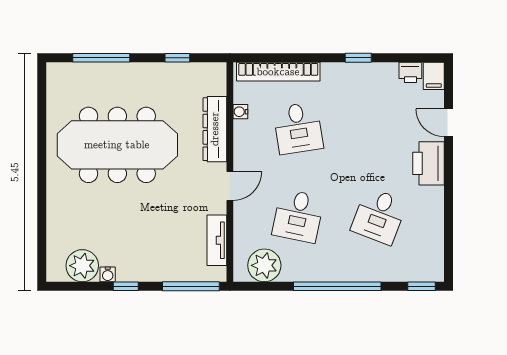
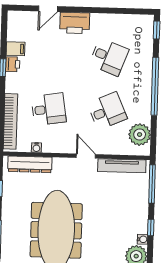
printer: (410, 72) -> (13, 64), moved
filing cabinet: (434, 76) -> (15, 49), moved
dresser: (215, 129) -> (30, 164), moved
desk: (298, 216) -> (107, 111), turned -36
tv unit: (217, 240) -> (122, 166), width x1.41

